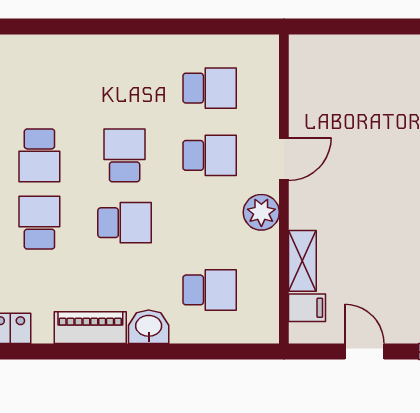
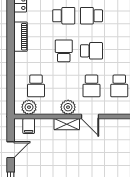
school desk: (125, 223) -> (64, 51), turned 180
shelving: (302, 261) -> (67, 124), moved
plant: (261, 307) -> (29, 107), added
washbasin: (149, 327) -> (21, 61), removed

